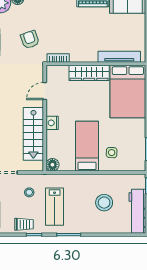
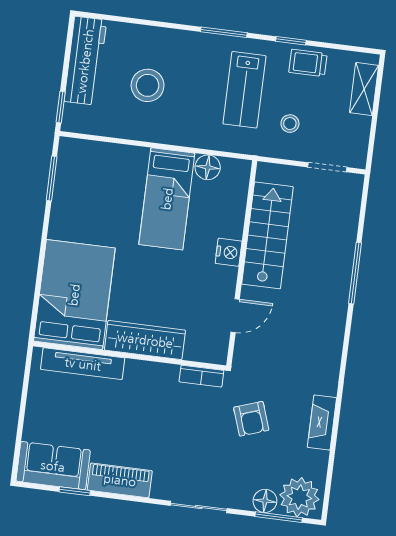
side table: (112, 153) -> (121, 180), removed
floor lamp: (52, 165) -> (208, 167), moved
lab bench: (55, 207) -> (244, 90), turned 180

